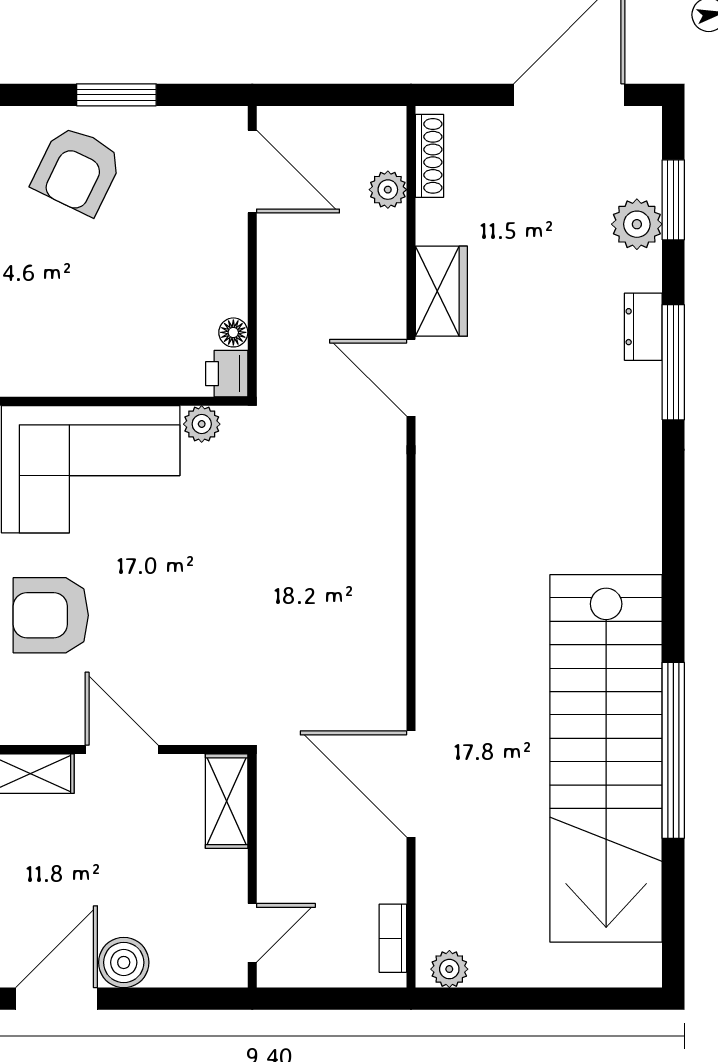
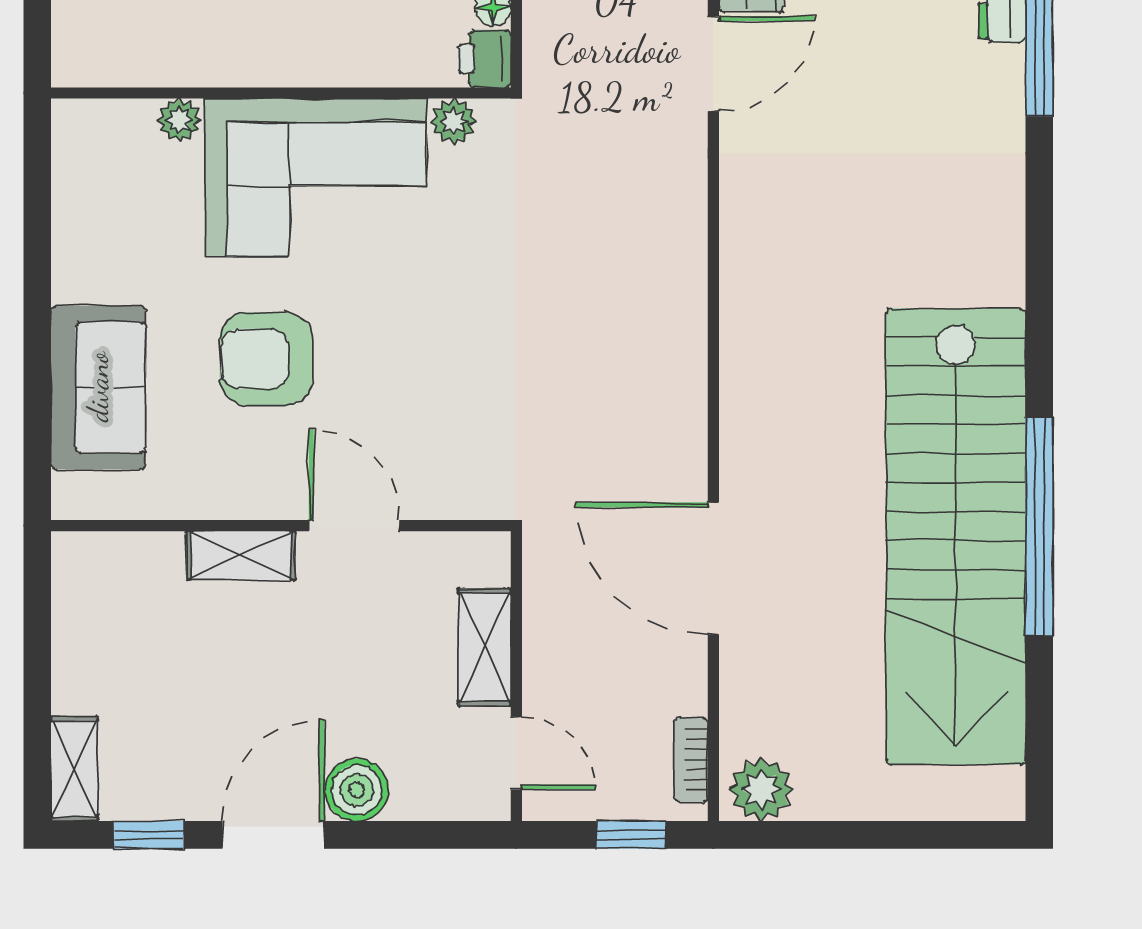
door: (411, 378) -> (713, 64), swing flipped
shelving: (227, 801) -> (485, 647), moved
door: (252, 933) -> (516, 753), hinge flipped
plant: (449, 969) -> (761, 789), width x1.38, depth x1.38
window: (345, 999) -> (631, 835), added

